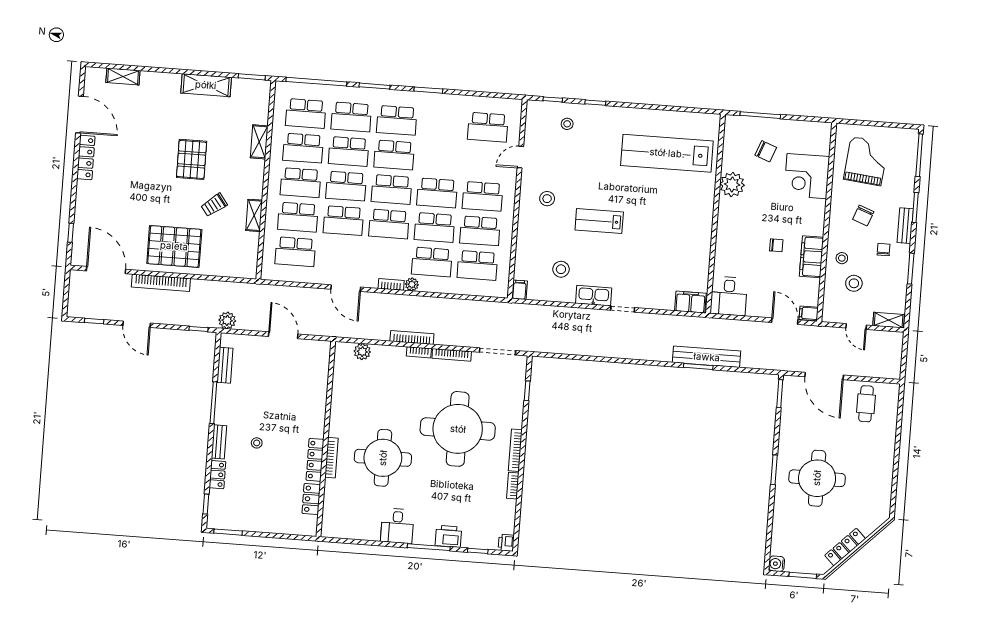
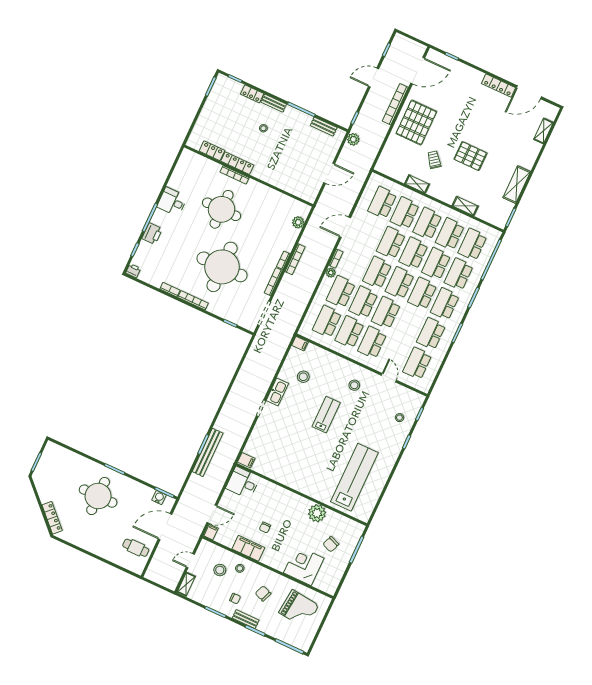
school desk: (442, 124) -> (431, 334), added
filing cabinet: (690, 302) -> (246, 460), width x0.50
locker: (845, 547) -> (52, 518), moved
water cooler: (777, 564) -> (159, 497), moved

